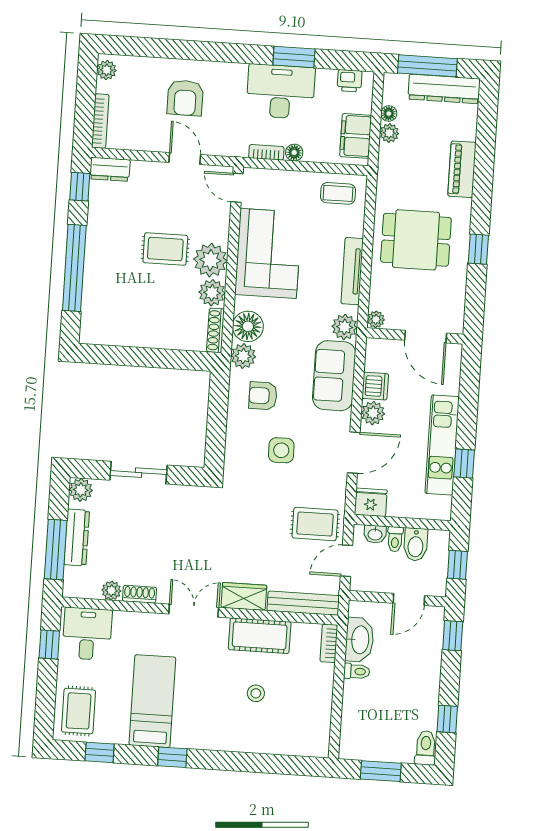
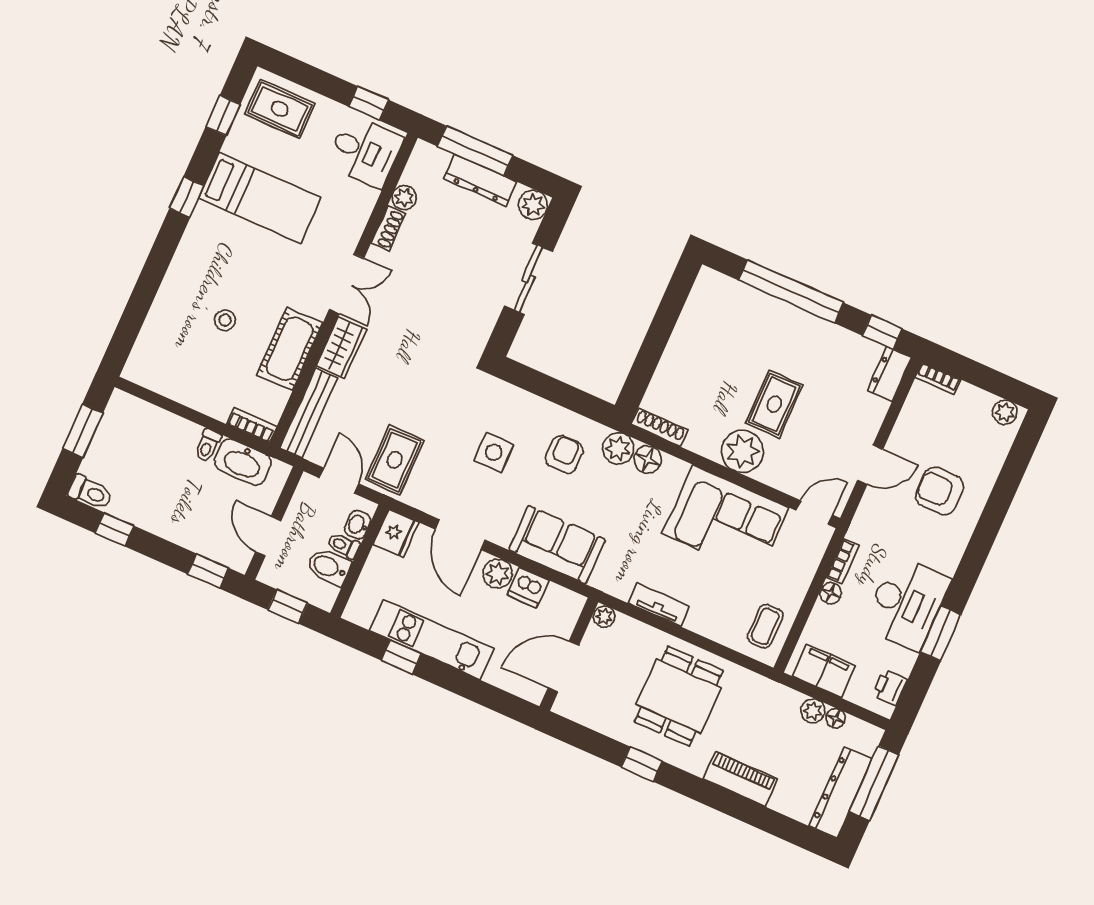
bookcase: (100, 121) -> (938, 379), width x0.64
tv unit: (352, 271) -> (659, 605), width x0.71
plant: (212, 293) -> (704, 439), removed
floor lamp: (248, 326) -> (648, 460), width x0.73, depth x0.73
plant: (345, 327) -> (609, 577), removed

